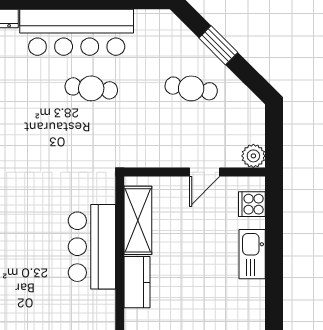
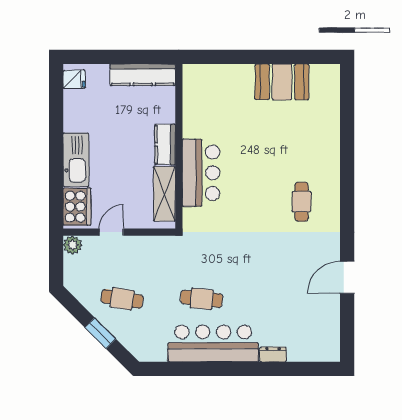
cooker: (252, 204) -> (77, 207), width x1.87, depth x1.31
kitchen sink: (252, 254) -> (76, 160), width x1.36, depth x1.24

